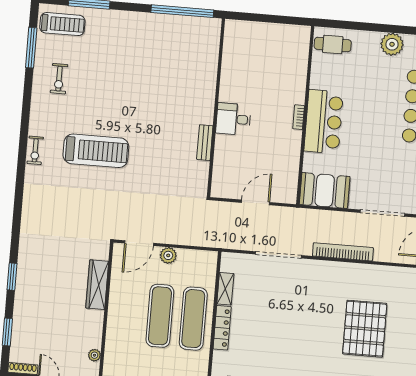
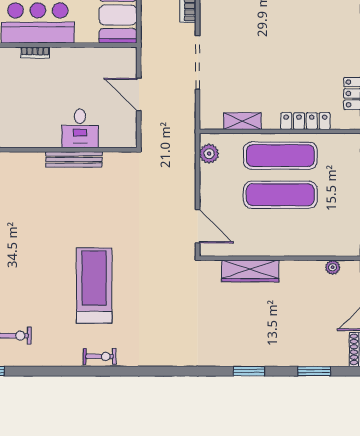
desk: (233, 119) -> (80, 128), moved
bench: (205, 143) -> (74, 159), width x1.36
plant: (168, 255) -> (209, 154), moved
locker: (222, 328) -> (305, 121), moved

